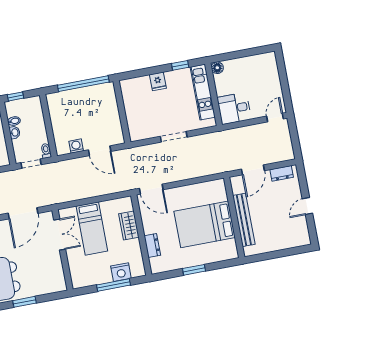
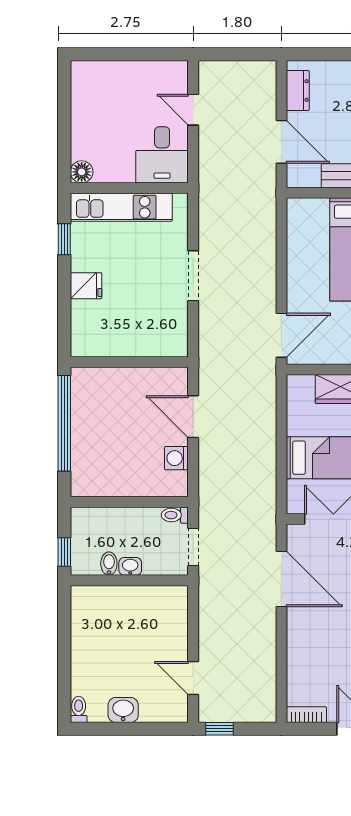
door: (275, 118) -> (193, 110), moved
door: (100, 151) -> (193, 417), swing flipped

